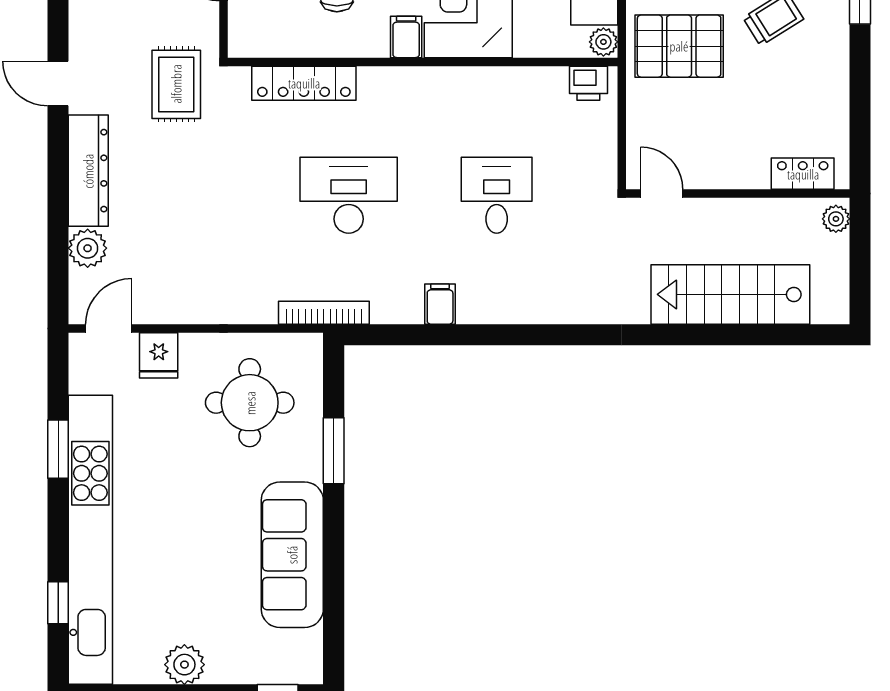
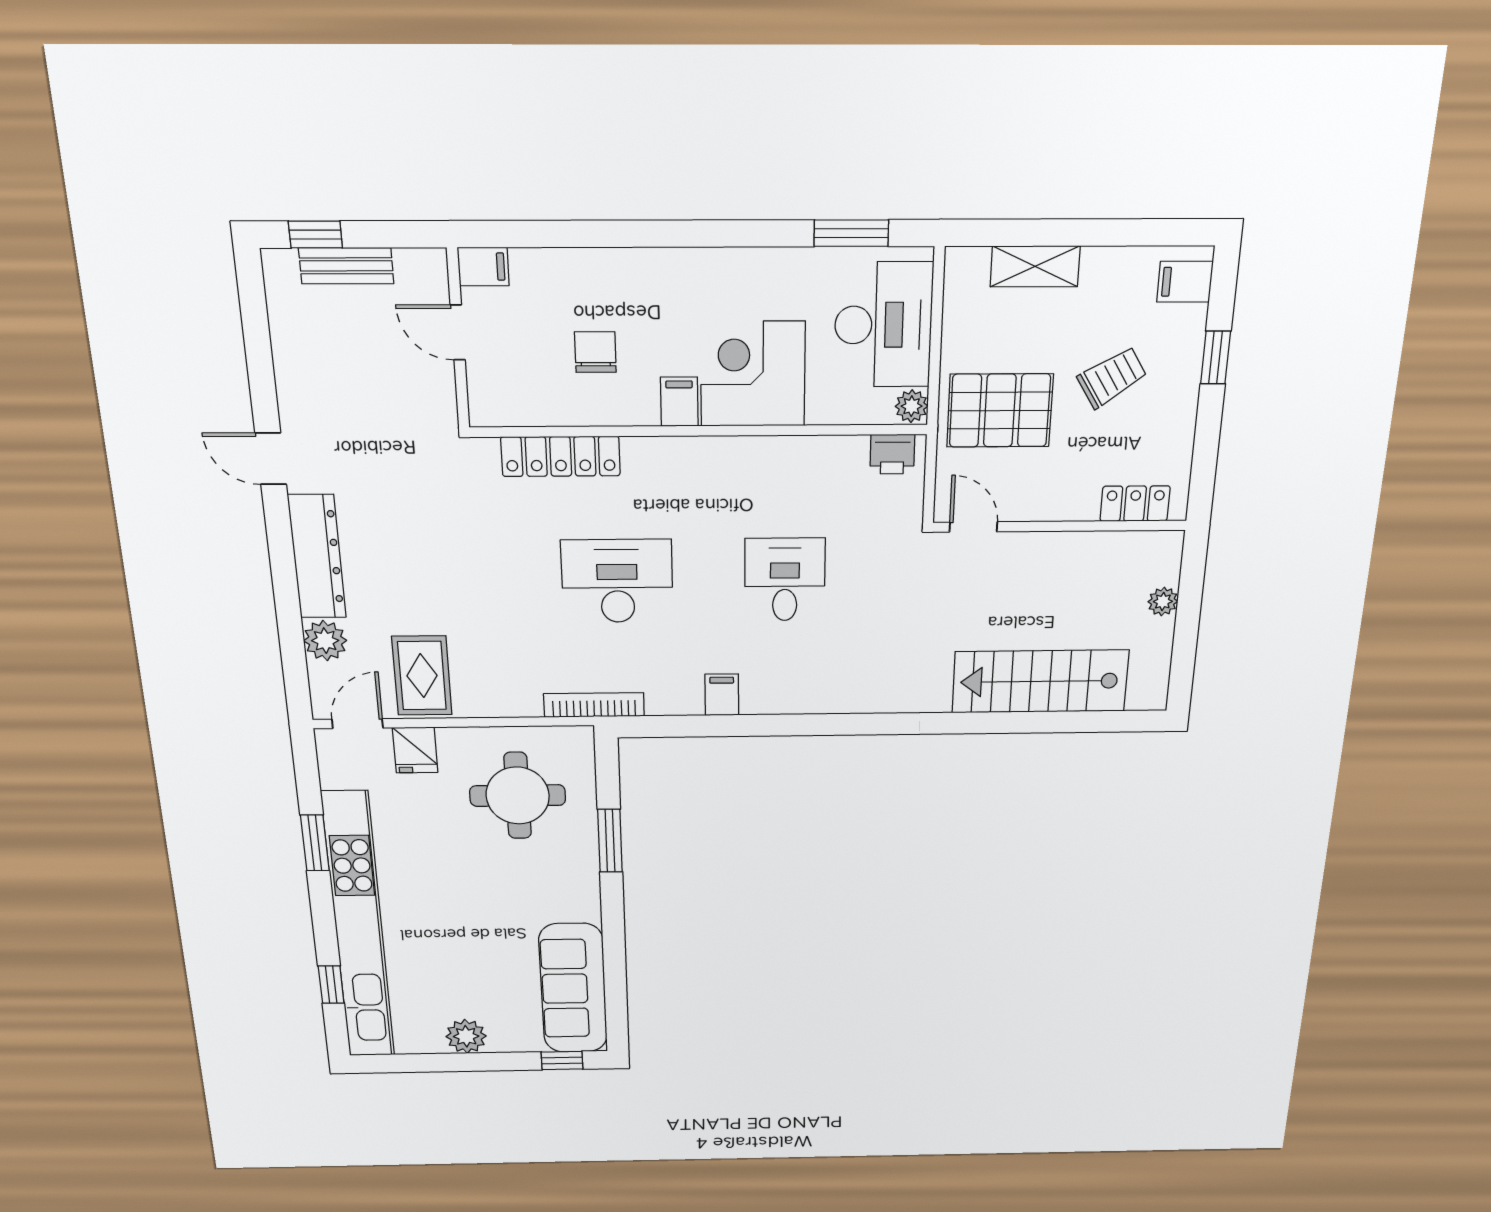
rug: (176, 84) -> (422, 676), moved
locker: (803, 174) -> (1135, 504), moved
door: (662, 193) -> (973, 527), moved
wall: (738, 193) -> (1060, 526), moved
sofa: (292, 555) -> (573, 988), moved

